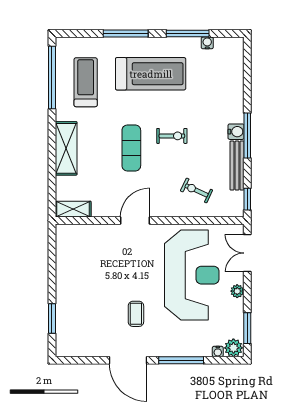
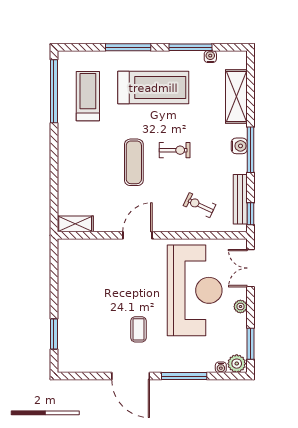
shelving: (66, 148) -> (236, 97), moved
bench: (237, 166) -> (240, 199), moved

